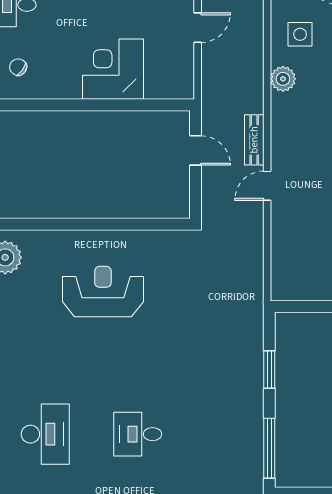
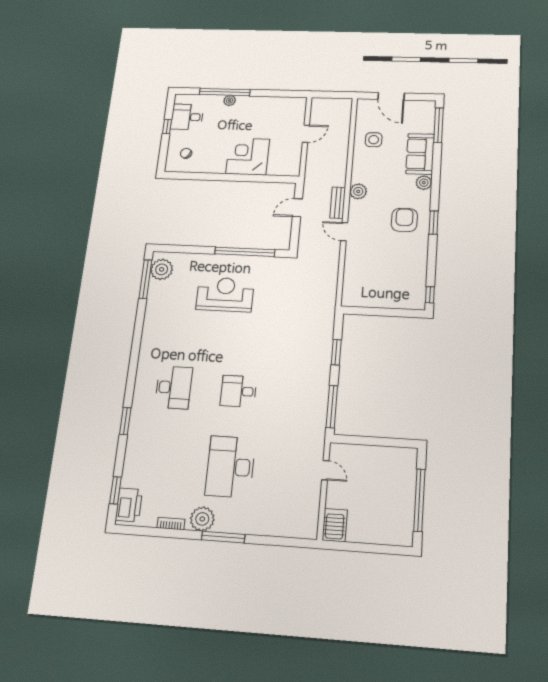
plant: (283, 79) -> (358, 191), moved
door: (196, 150) -> (297, 208), swing flipped
door: (267, 186) -> (344, 232), hinge flipped
window: (125, 224) -> (245, 252), added

